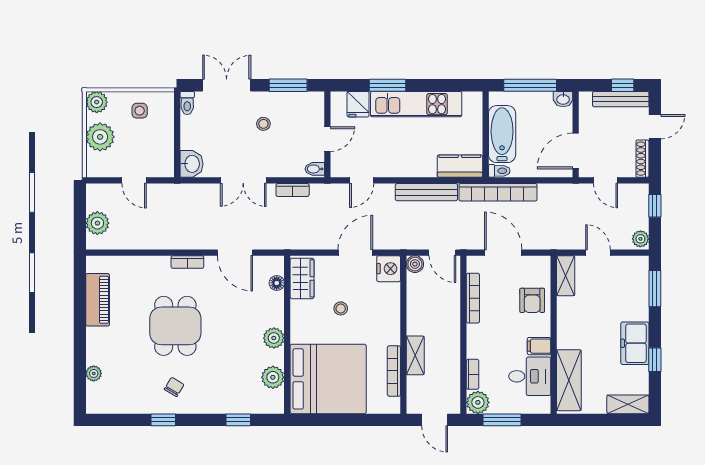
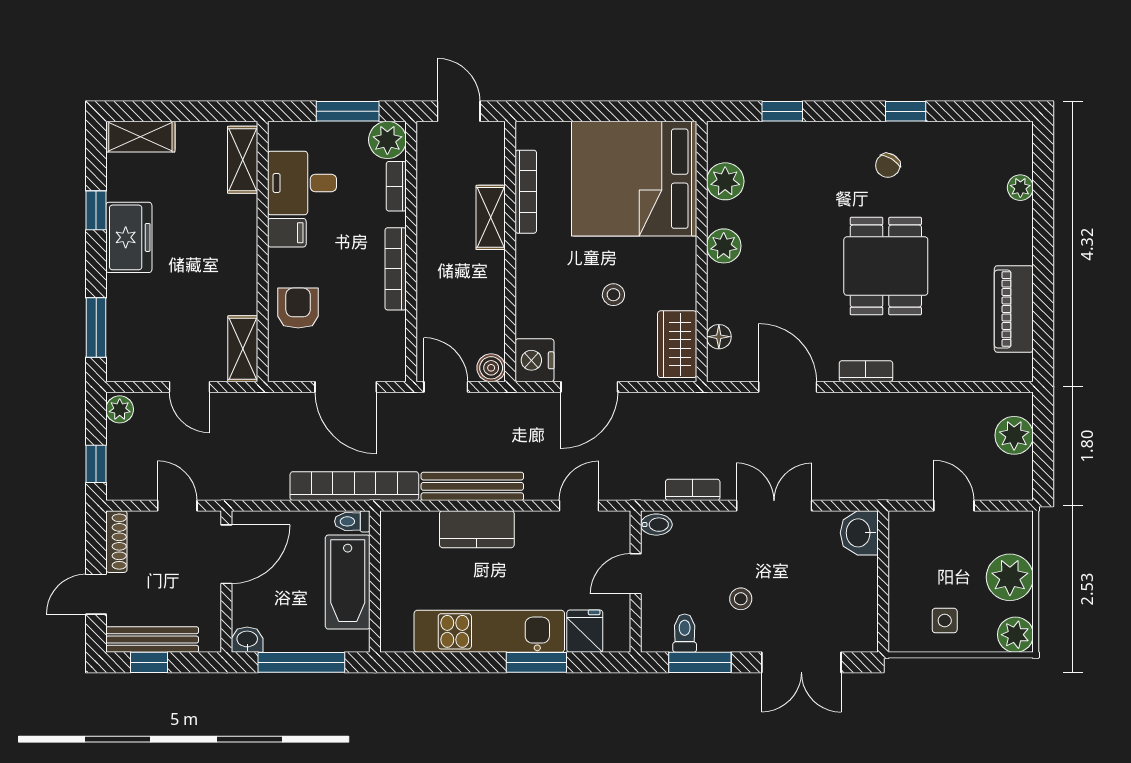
toilet: (187, 103) -> (685, 633), moved
kitchen counter: (460, 166) -> (477, 529), moved
bookcase: (473, 298) -> (396, 269), moved
shelving: (569, 380) -> (243, 160), width x0.67, depth x0.75

